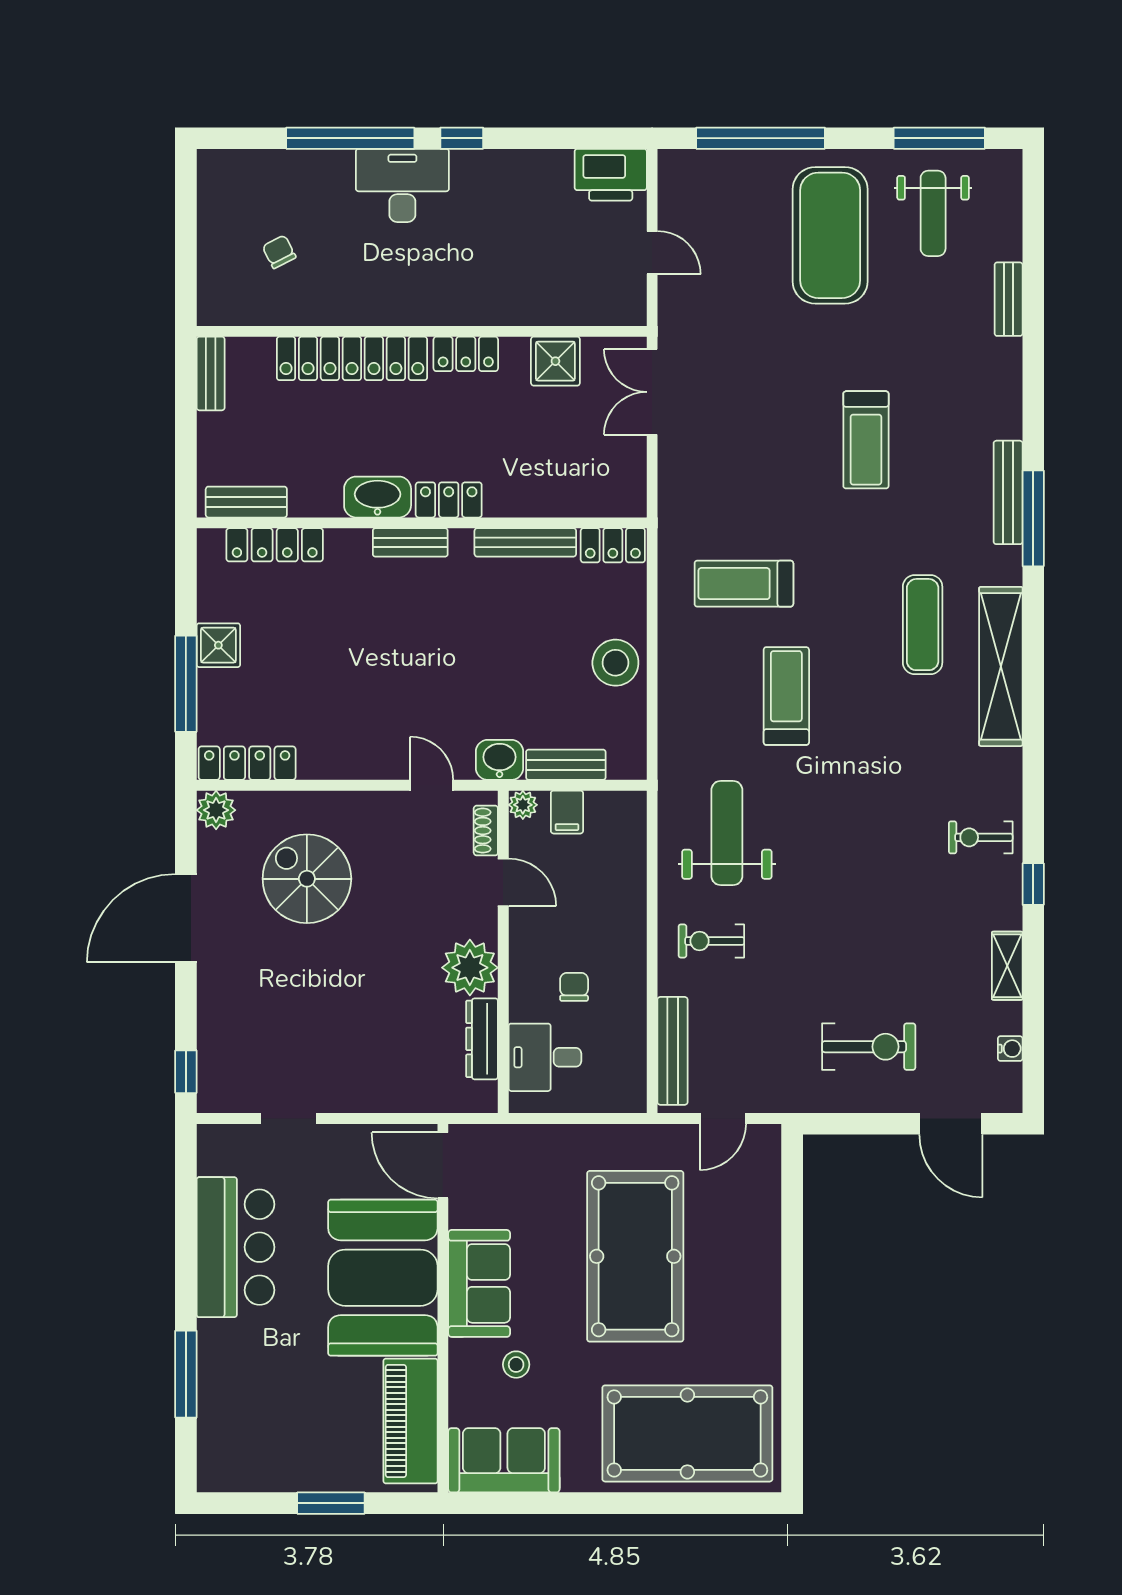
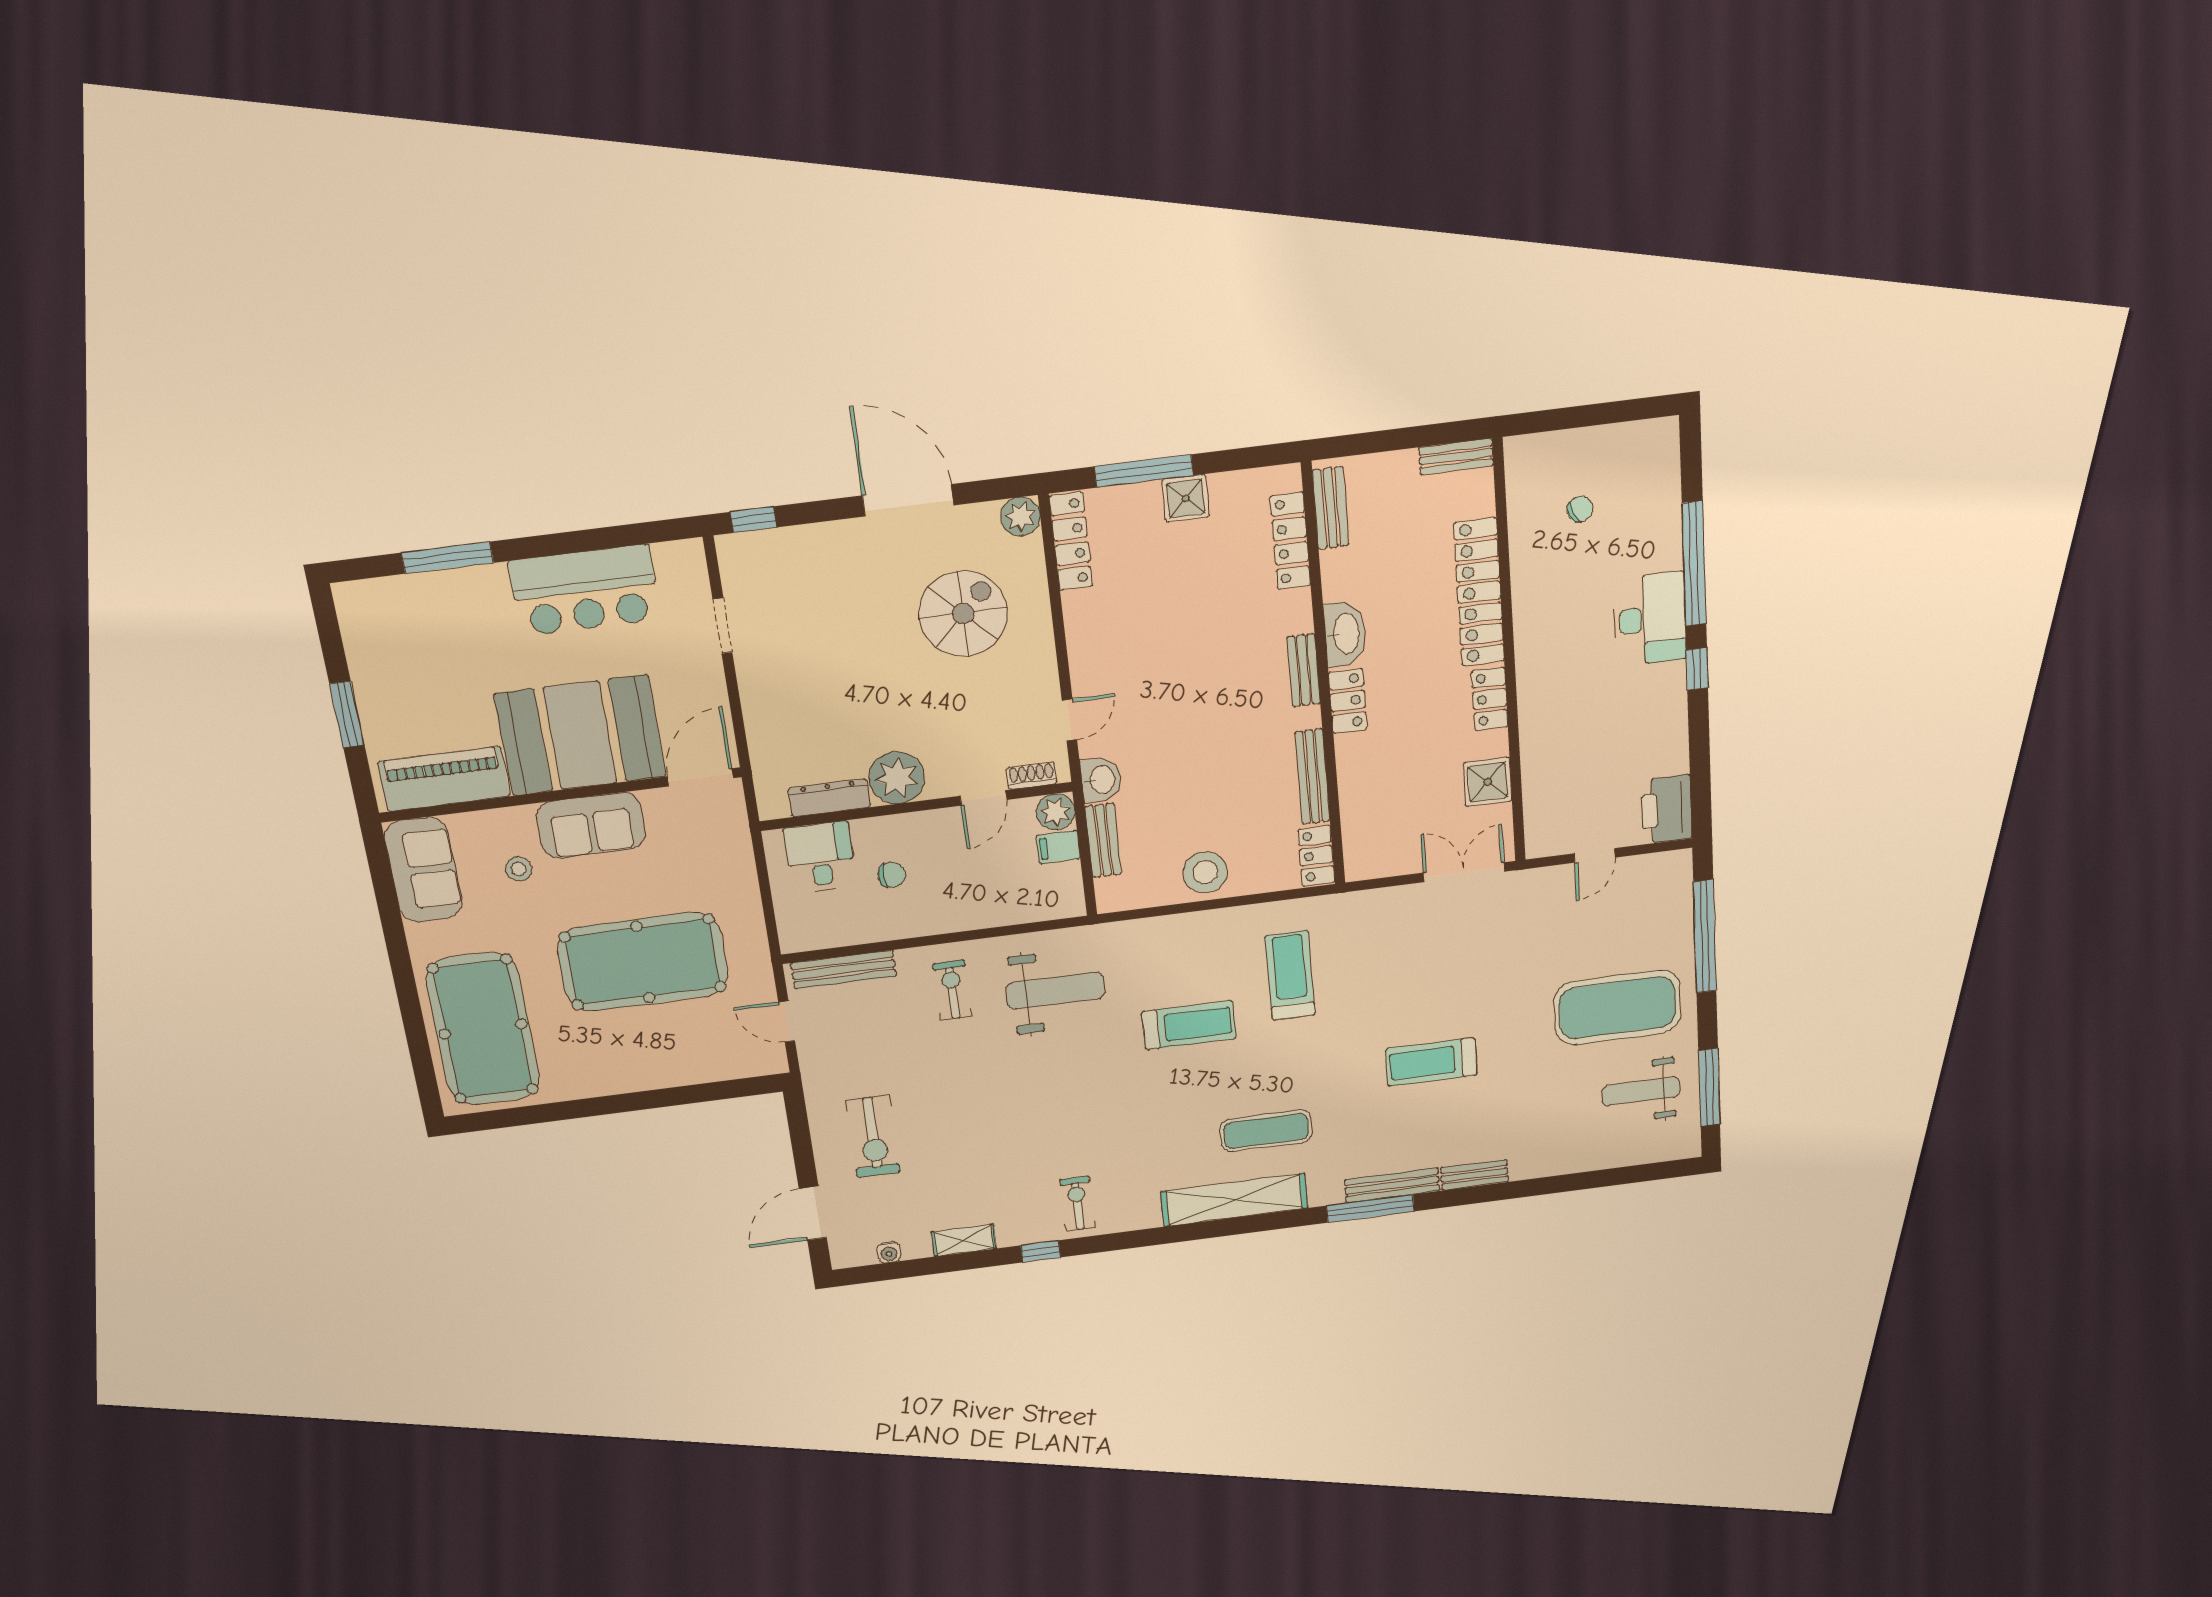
bench: (1009, 299) -> (1474, 1175), moved
plant: (523, 805) -> (1056, 812), width x1.38, depth x1.38

